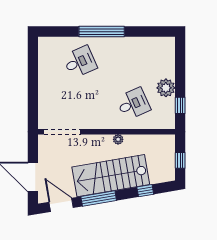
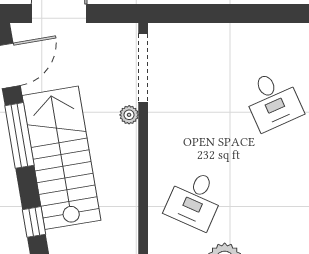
desk: (133, 104) -> (195, 200), turned 48
plant: (118, 139) -> (129, 115), moved

